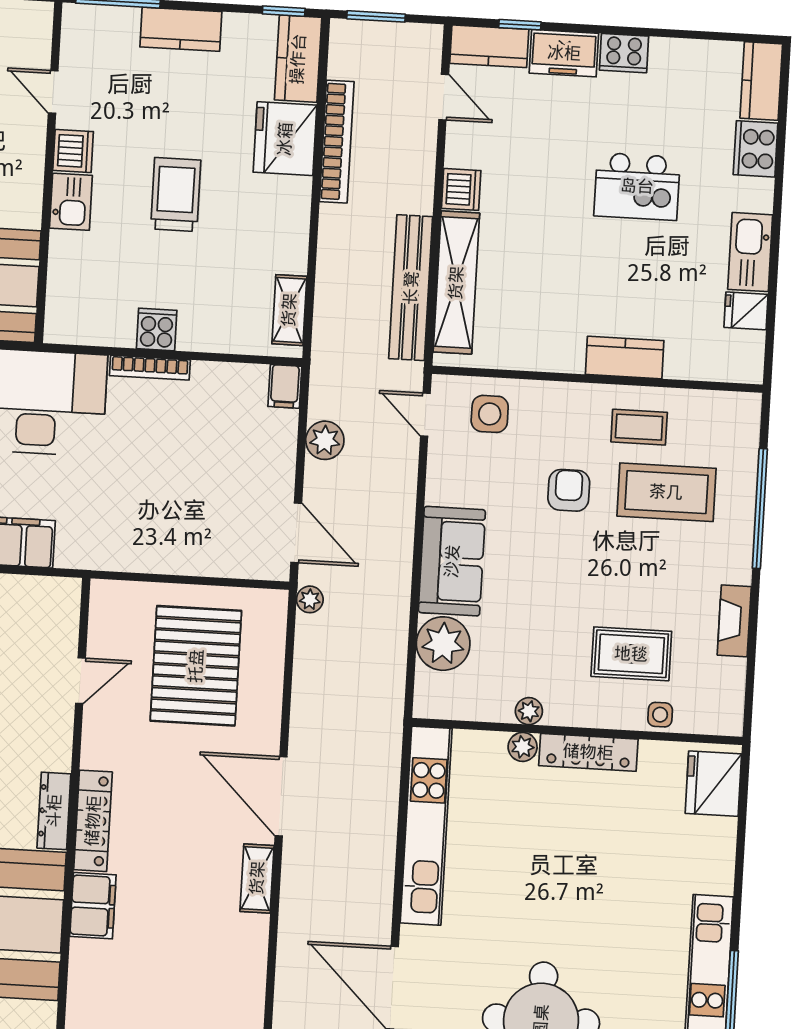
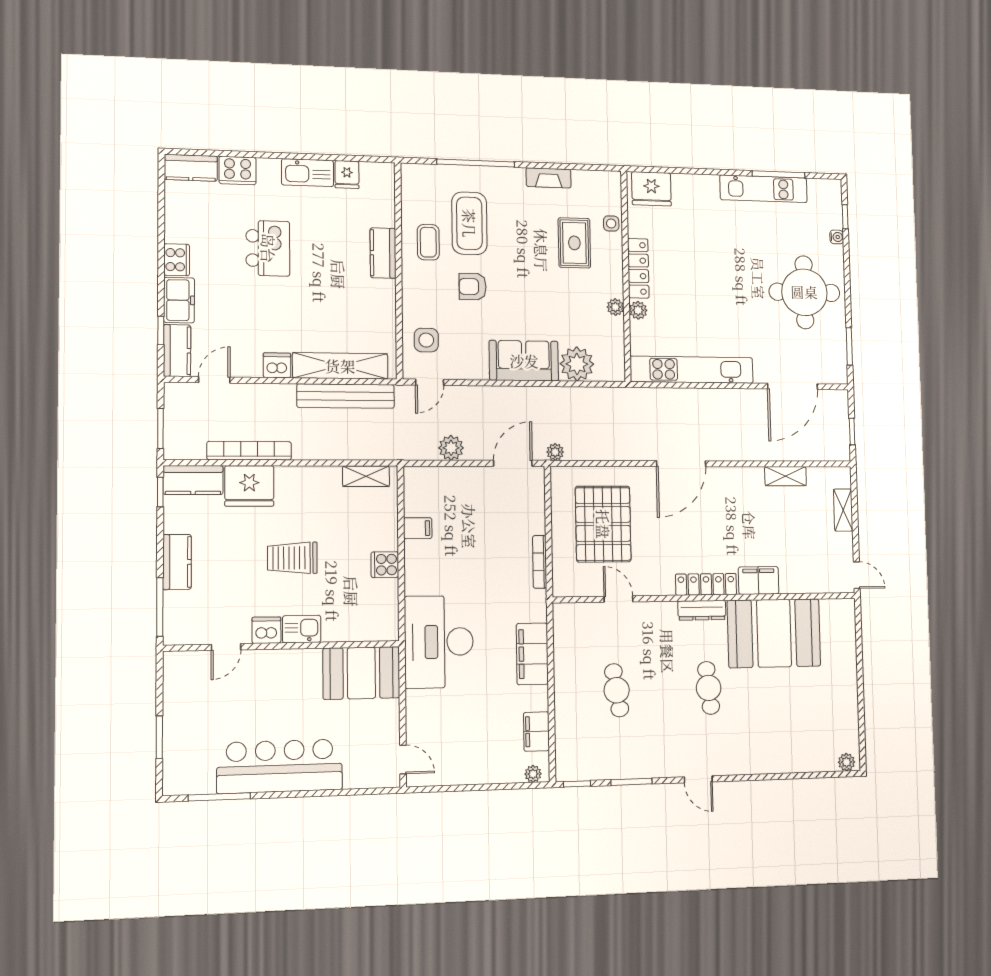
bookcase: (150, 368) -> (540, 562), moved, turned 180
filing cabinet: (285, 386) -> (418, 528), moved
pallet: (196, 666) -> (603, 524), turned 90
shelving: (257, 878) -> (786, 476), moved

